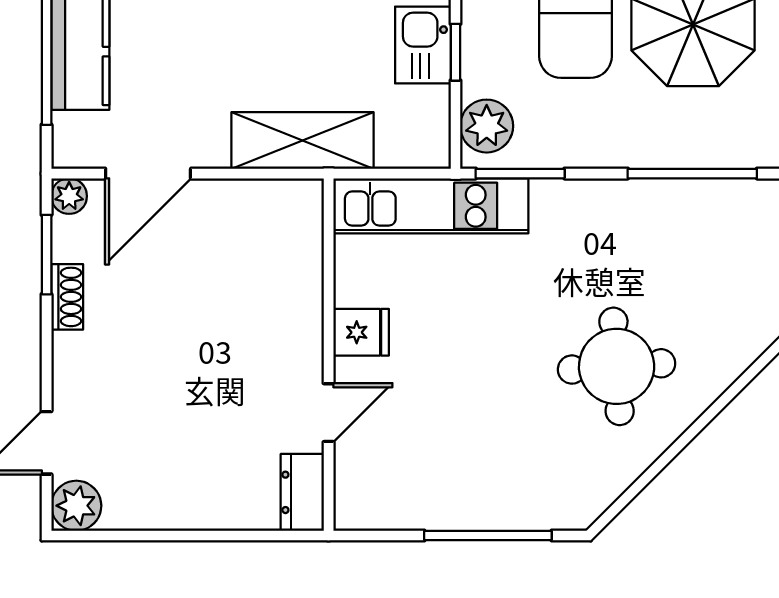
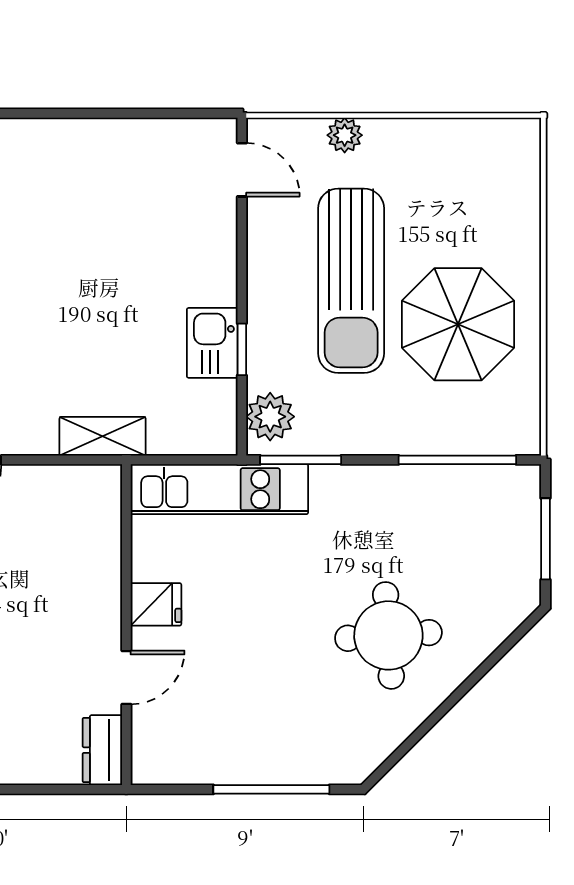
shelving: (302, 140) -> (103, 436), width x0.67, depth x0.75

